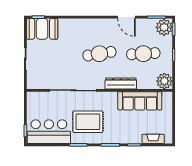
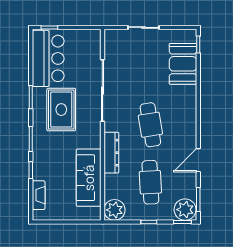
booth: (42, 29) -> (183, 64), moved

